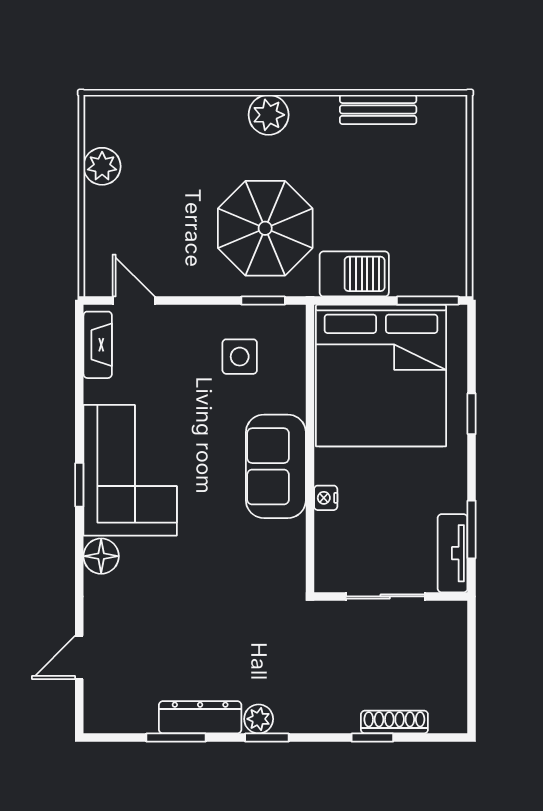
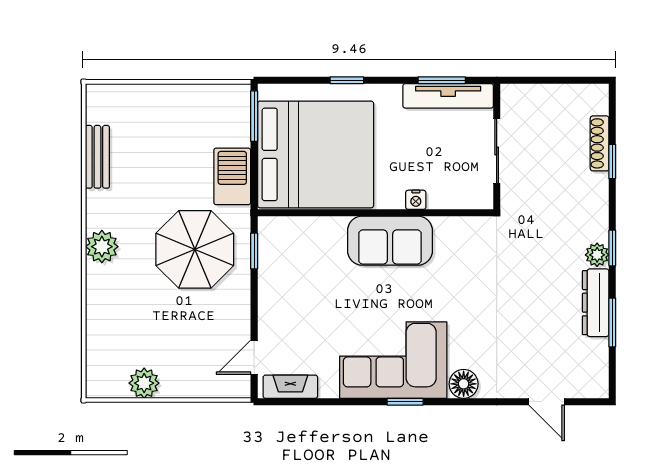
side table: (240, 357) -> (300, 270), removed
tv unit: (453, 553) -> (448, 96), width x1.41

